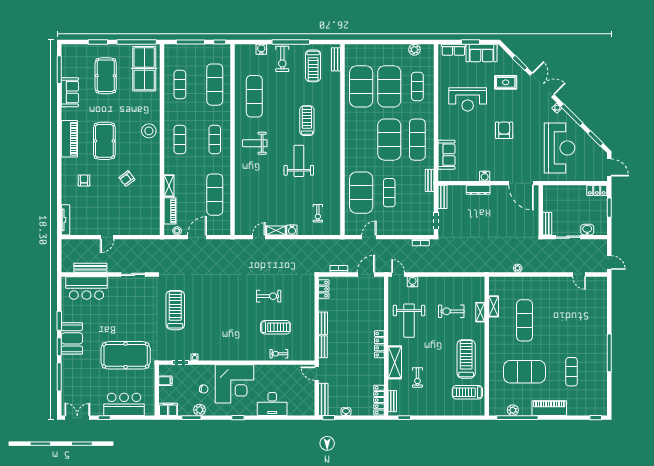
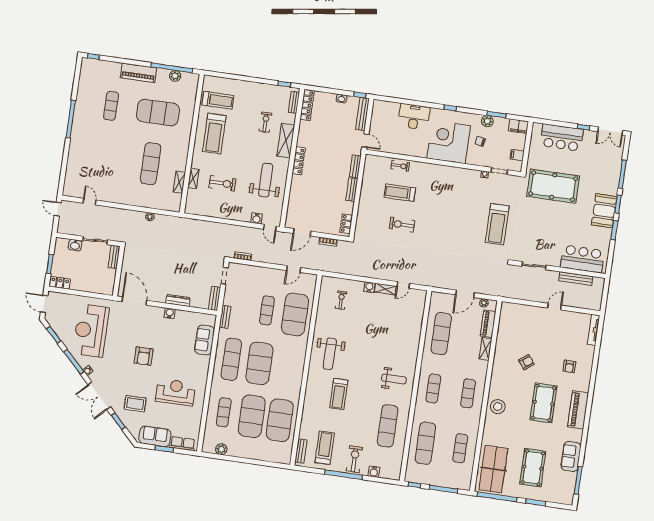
weight bench: (299, 161) -> (330, 354), moved

